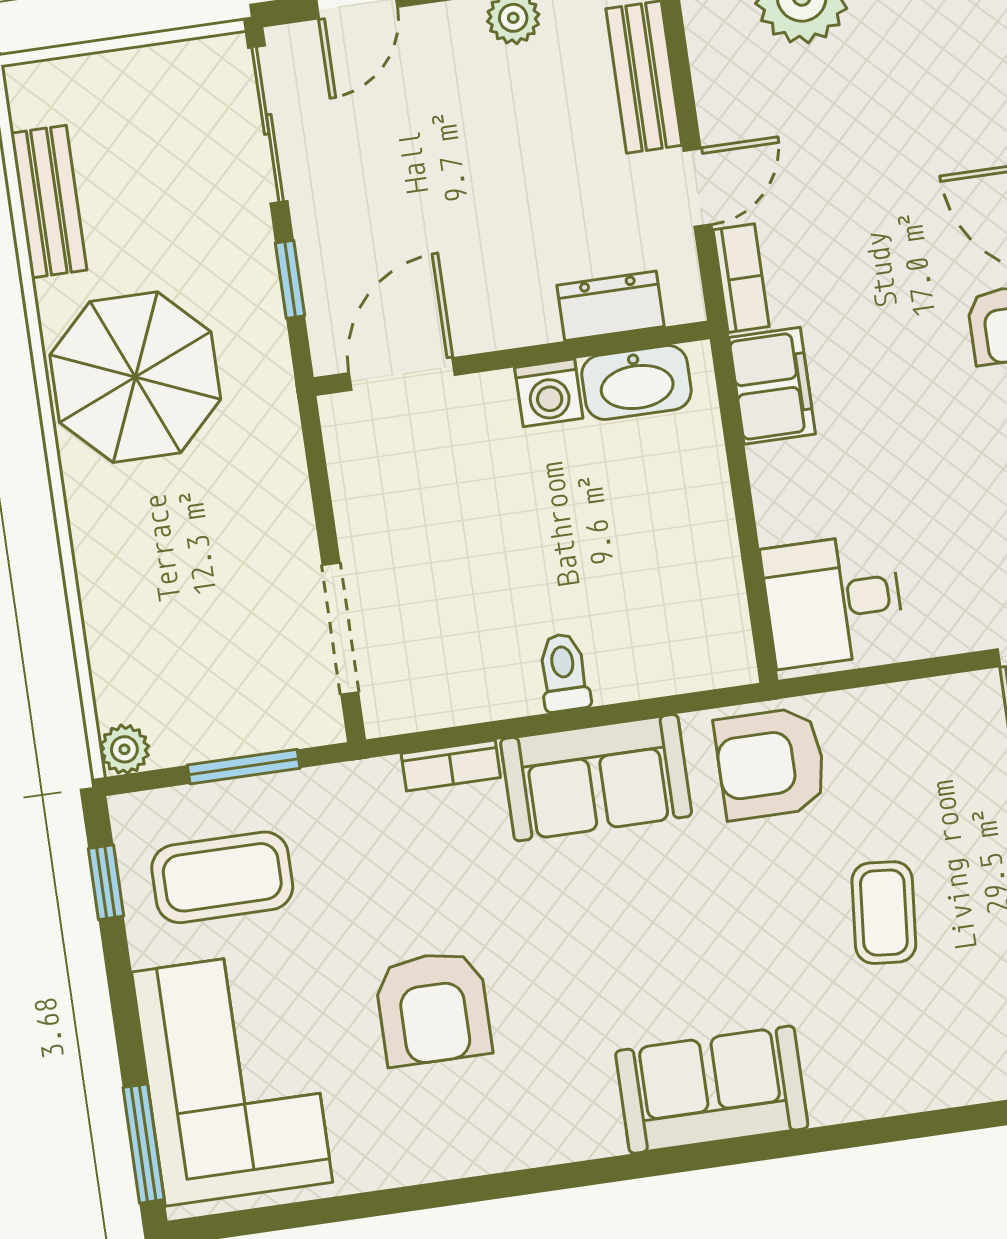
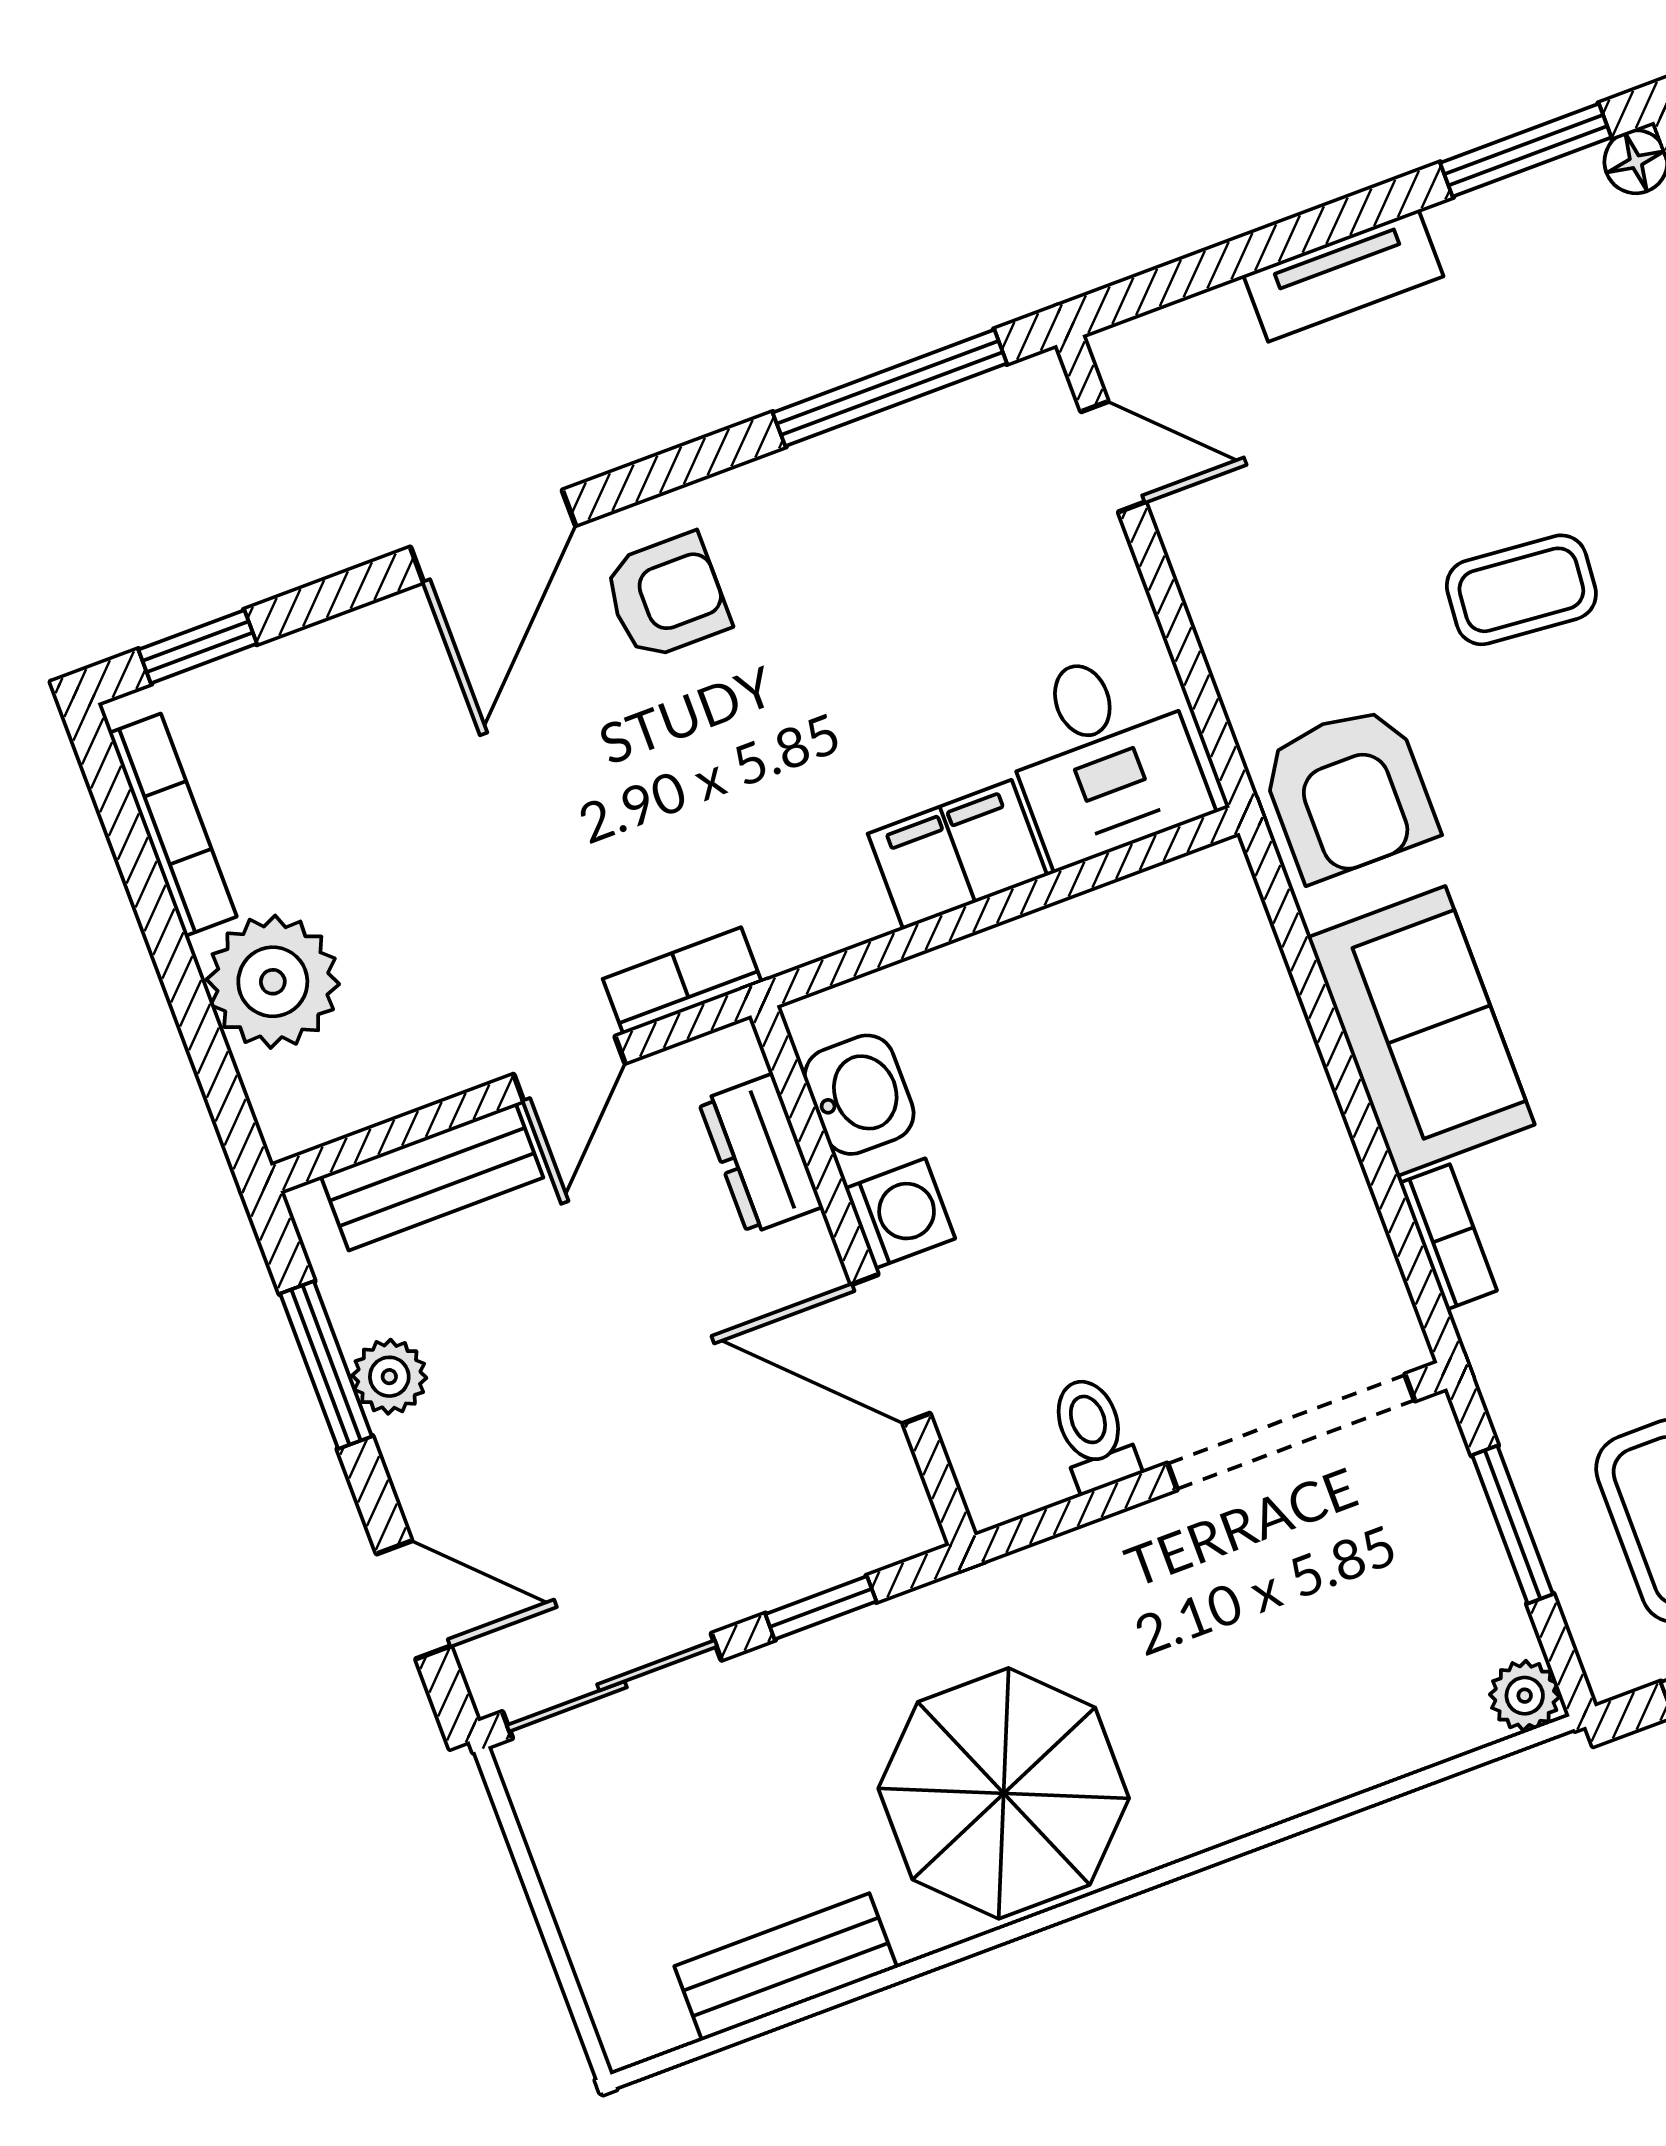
door: (698, 187) -> (569, 1069), swing flipped
door: (402, 374) -> (891, 1349), moved
washbasin: (636, 383) -> (859, 1095), width x0.72
filing cabinet: (772, 386) -> (957, 855), moved
doorway: (340, 628) -> (1291, 1432), width x1.36
toilet: (564, 672) -> (1093, 1434), moved, turned 90

